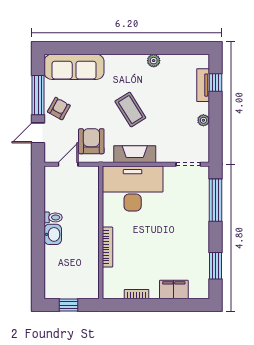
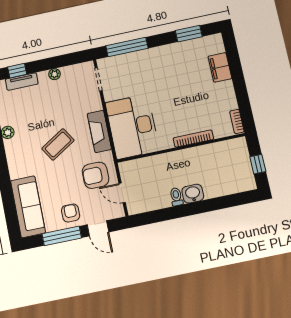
armchair: (59, 109) -> (71, 213), turned 61
bookcase: (137, 294) -> (237, 121), moved

